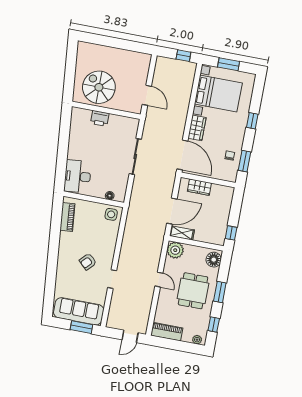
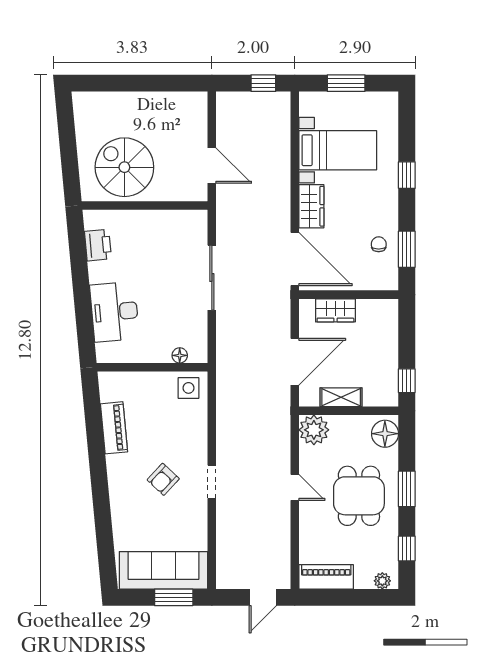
bed with nightstands: (218, 94) -> (338, 150), width x0.73
printer: (100, 118) -> (98, 245), moved, turned -95
desk: (78, 176) -> (115, 312), moved
piano: (67, 217) -> (114, 428), moved
shelving: (182, 233) -> (341, 397), moved
doorway: (112, 279) -> (212, 482), moved

